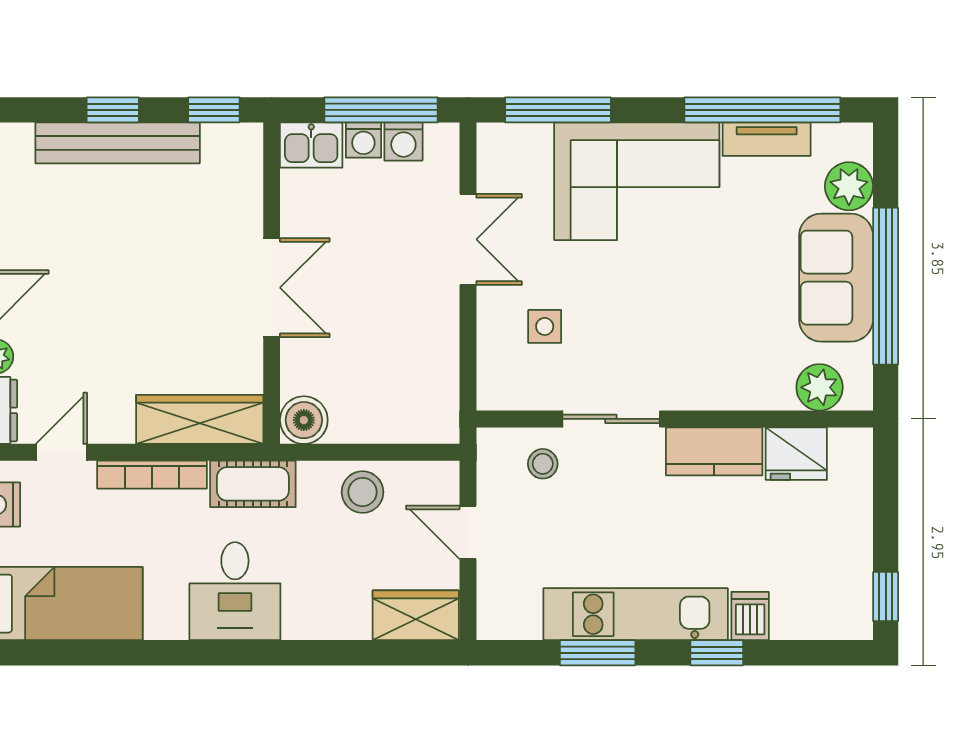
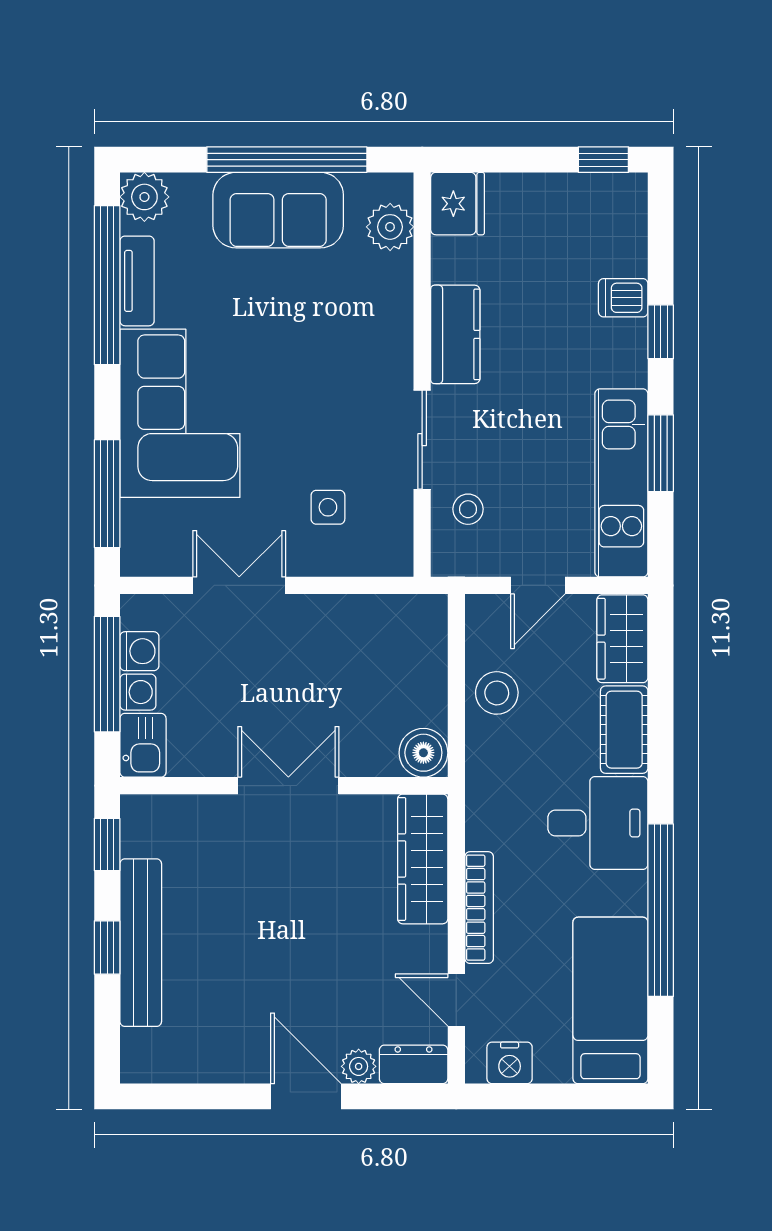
plant: (849, 186) -> (144, 197), moved
fridge: (796, 454) -> (458, 204), moved
cot: (253, 484) -> (624, 730), moved
kitchen unit: (636, 614) -> (621, 483), moved
window: (149, 653) -> (661, 910), added

